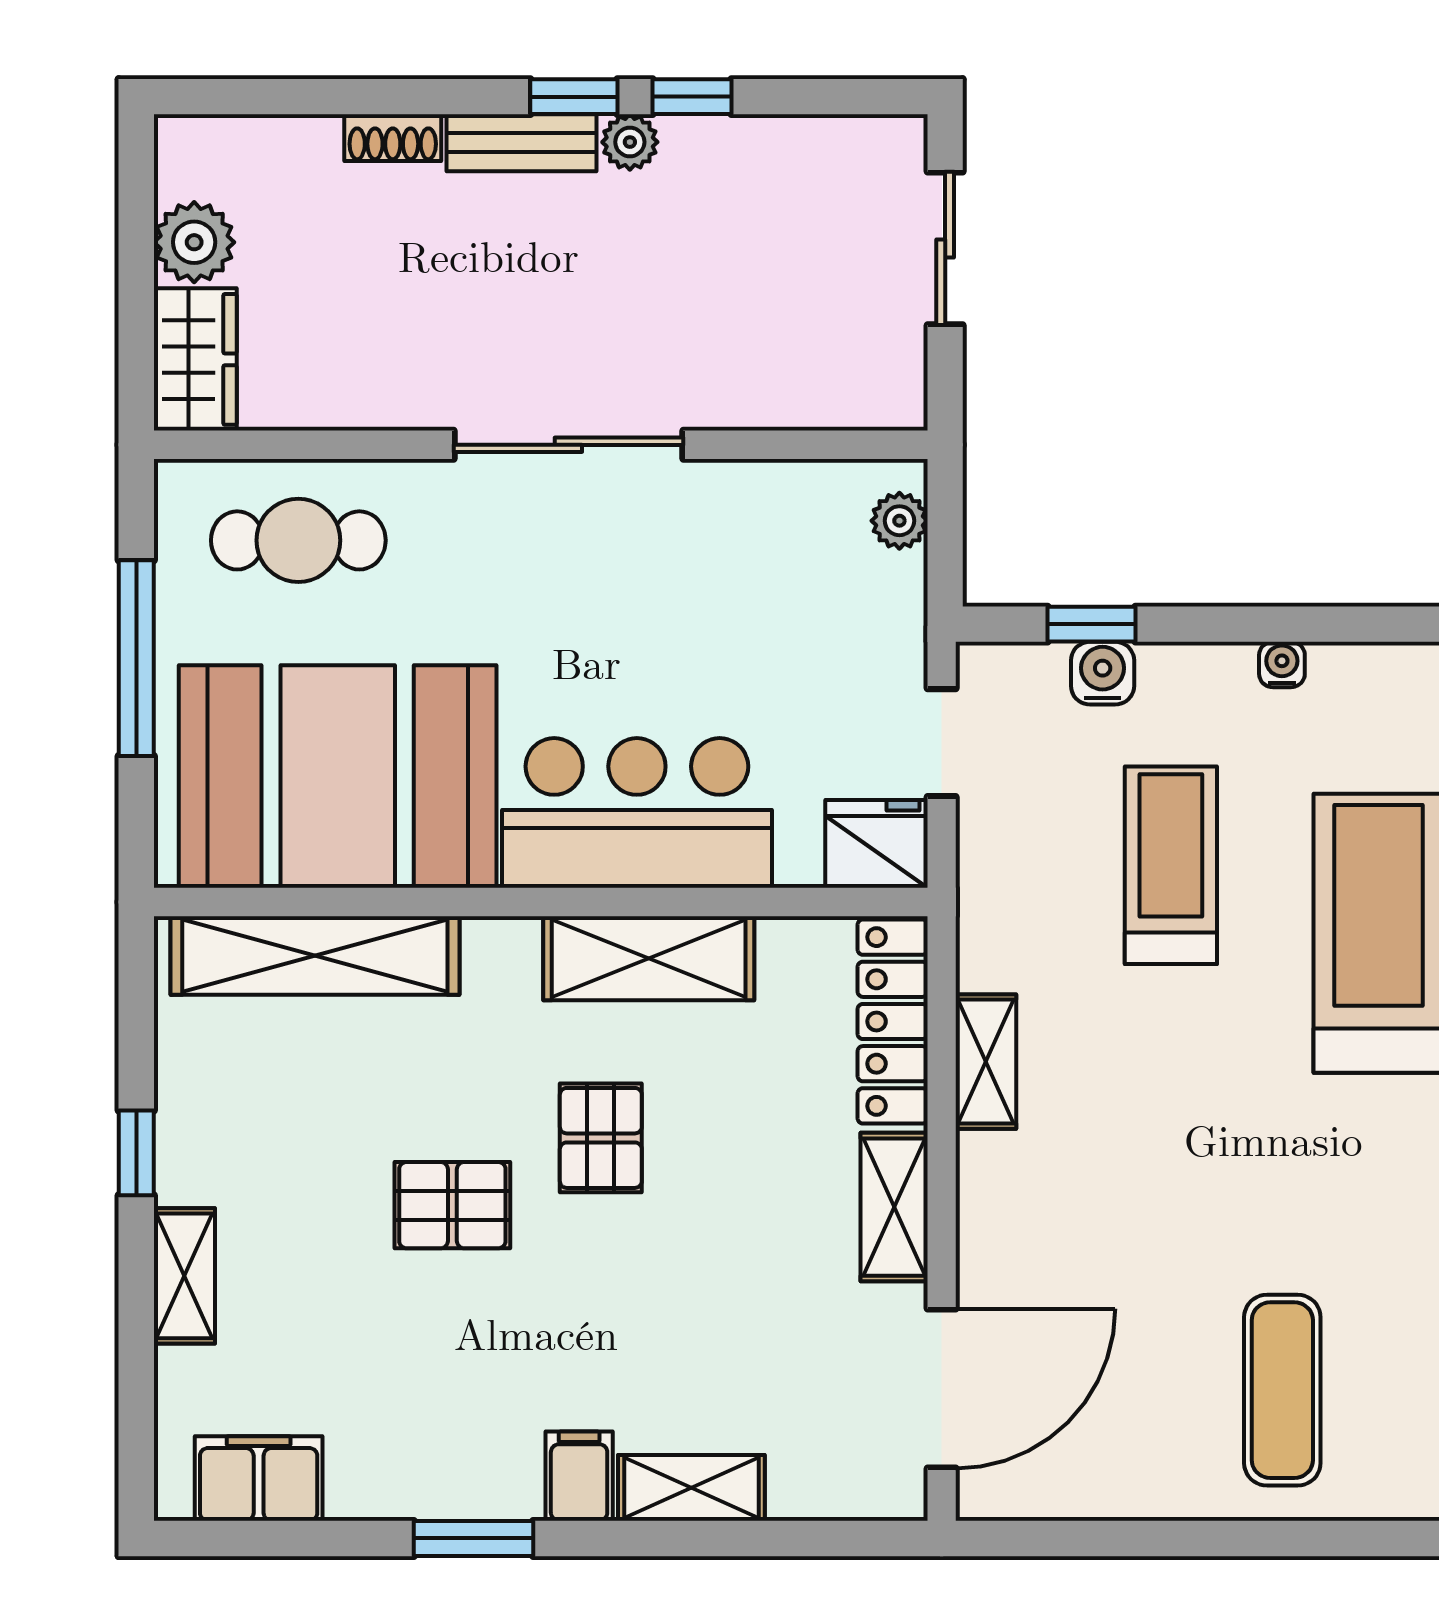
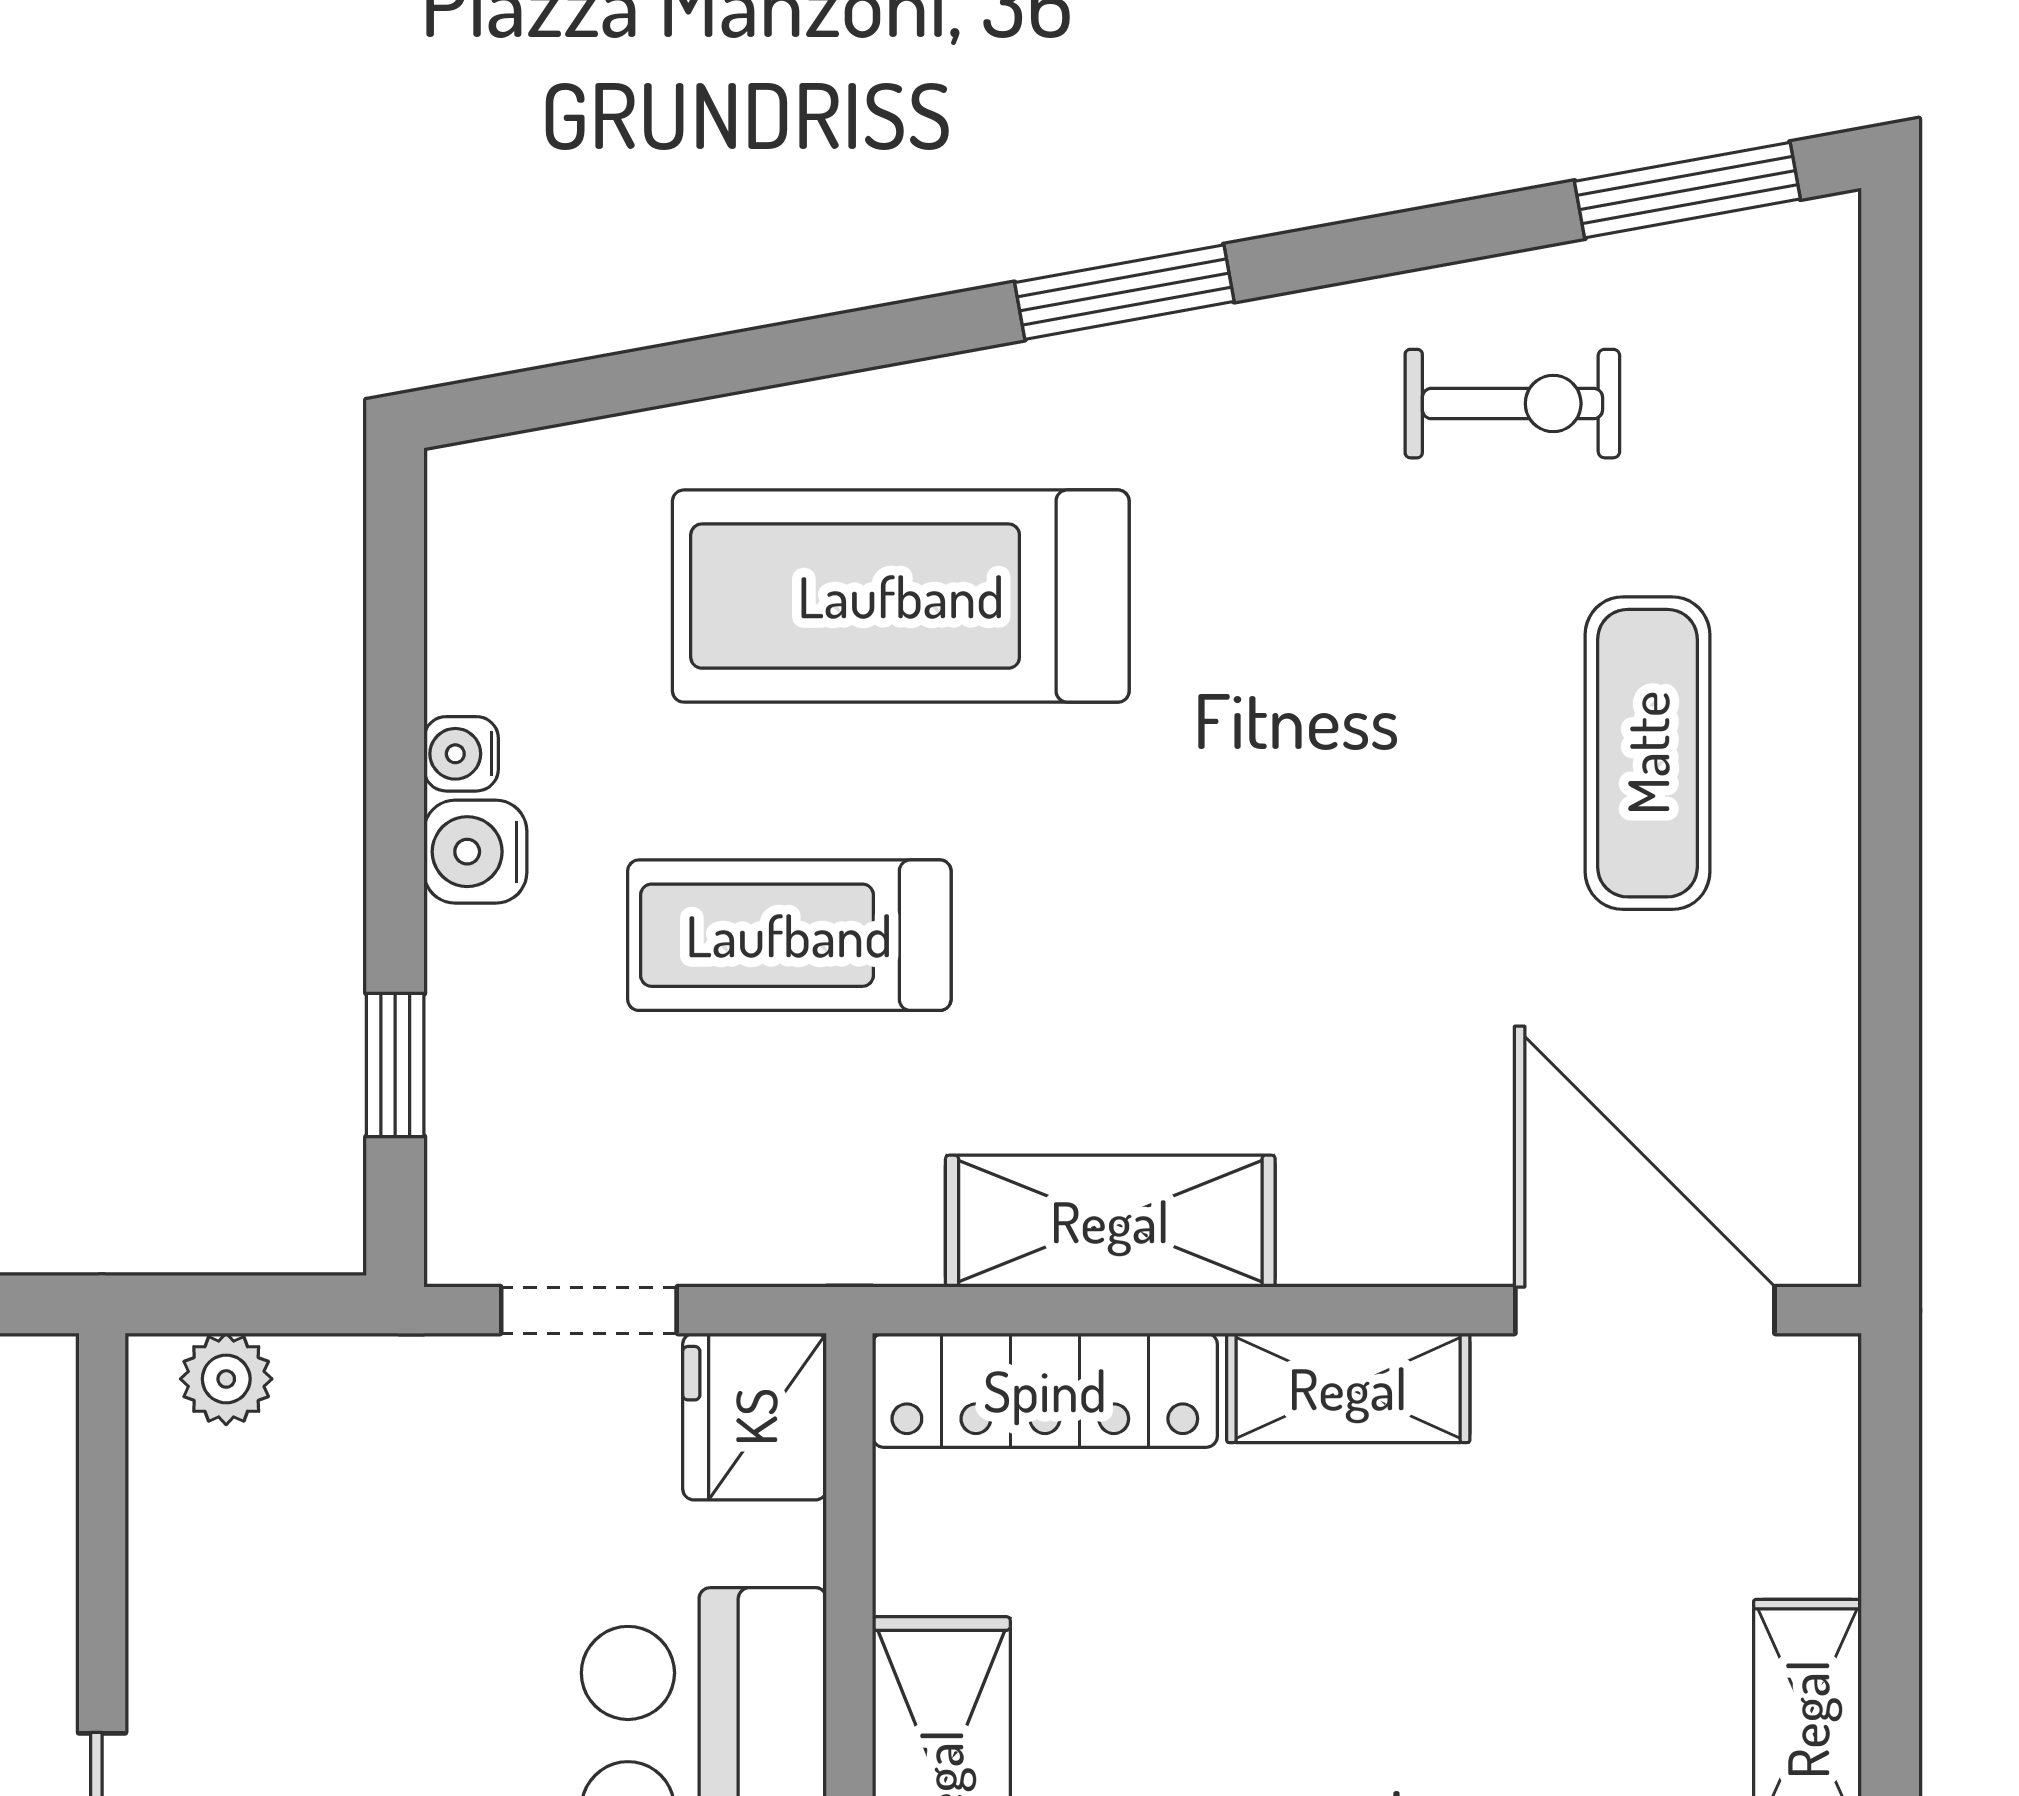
water cooler: (1103, 673) -> (475, 852), moved
shelving: (986, 1062) -> (1110, 1221), width x1.50, depth x1.33
exercise mat: (1282, 1390) -> (1647, 753), turned 90

